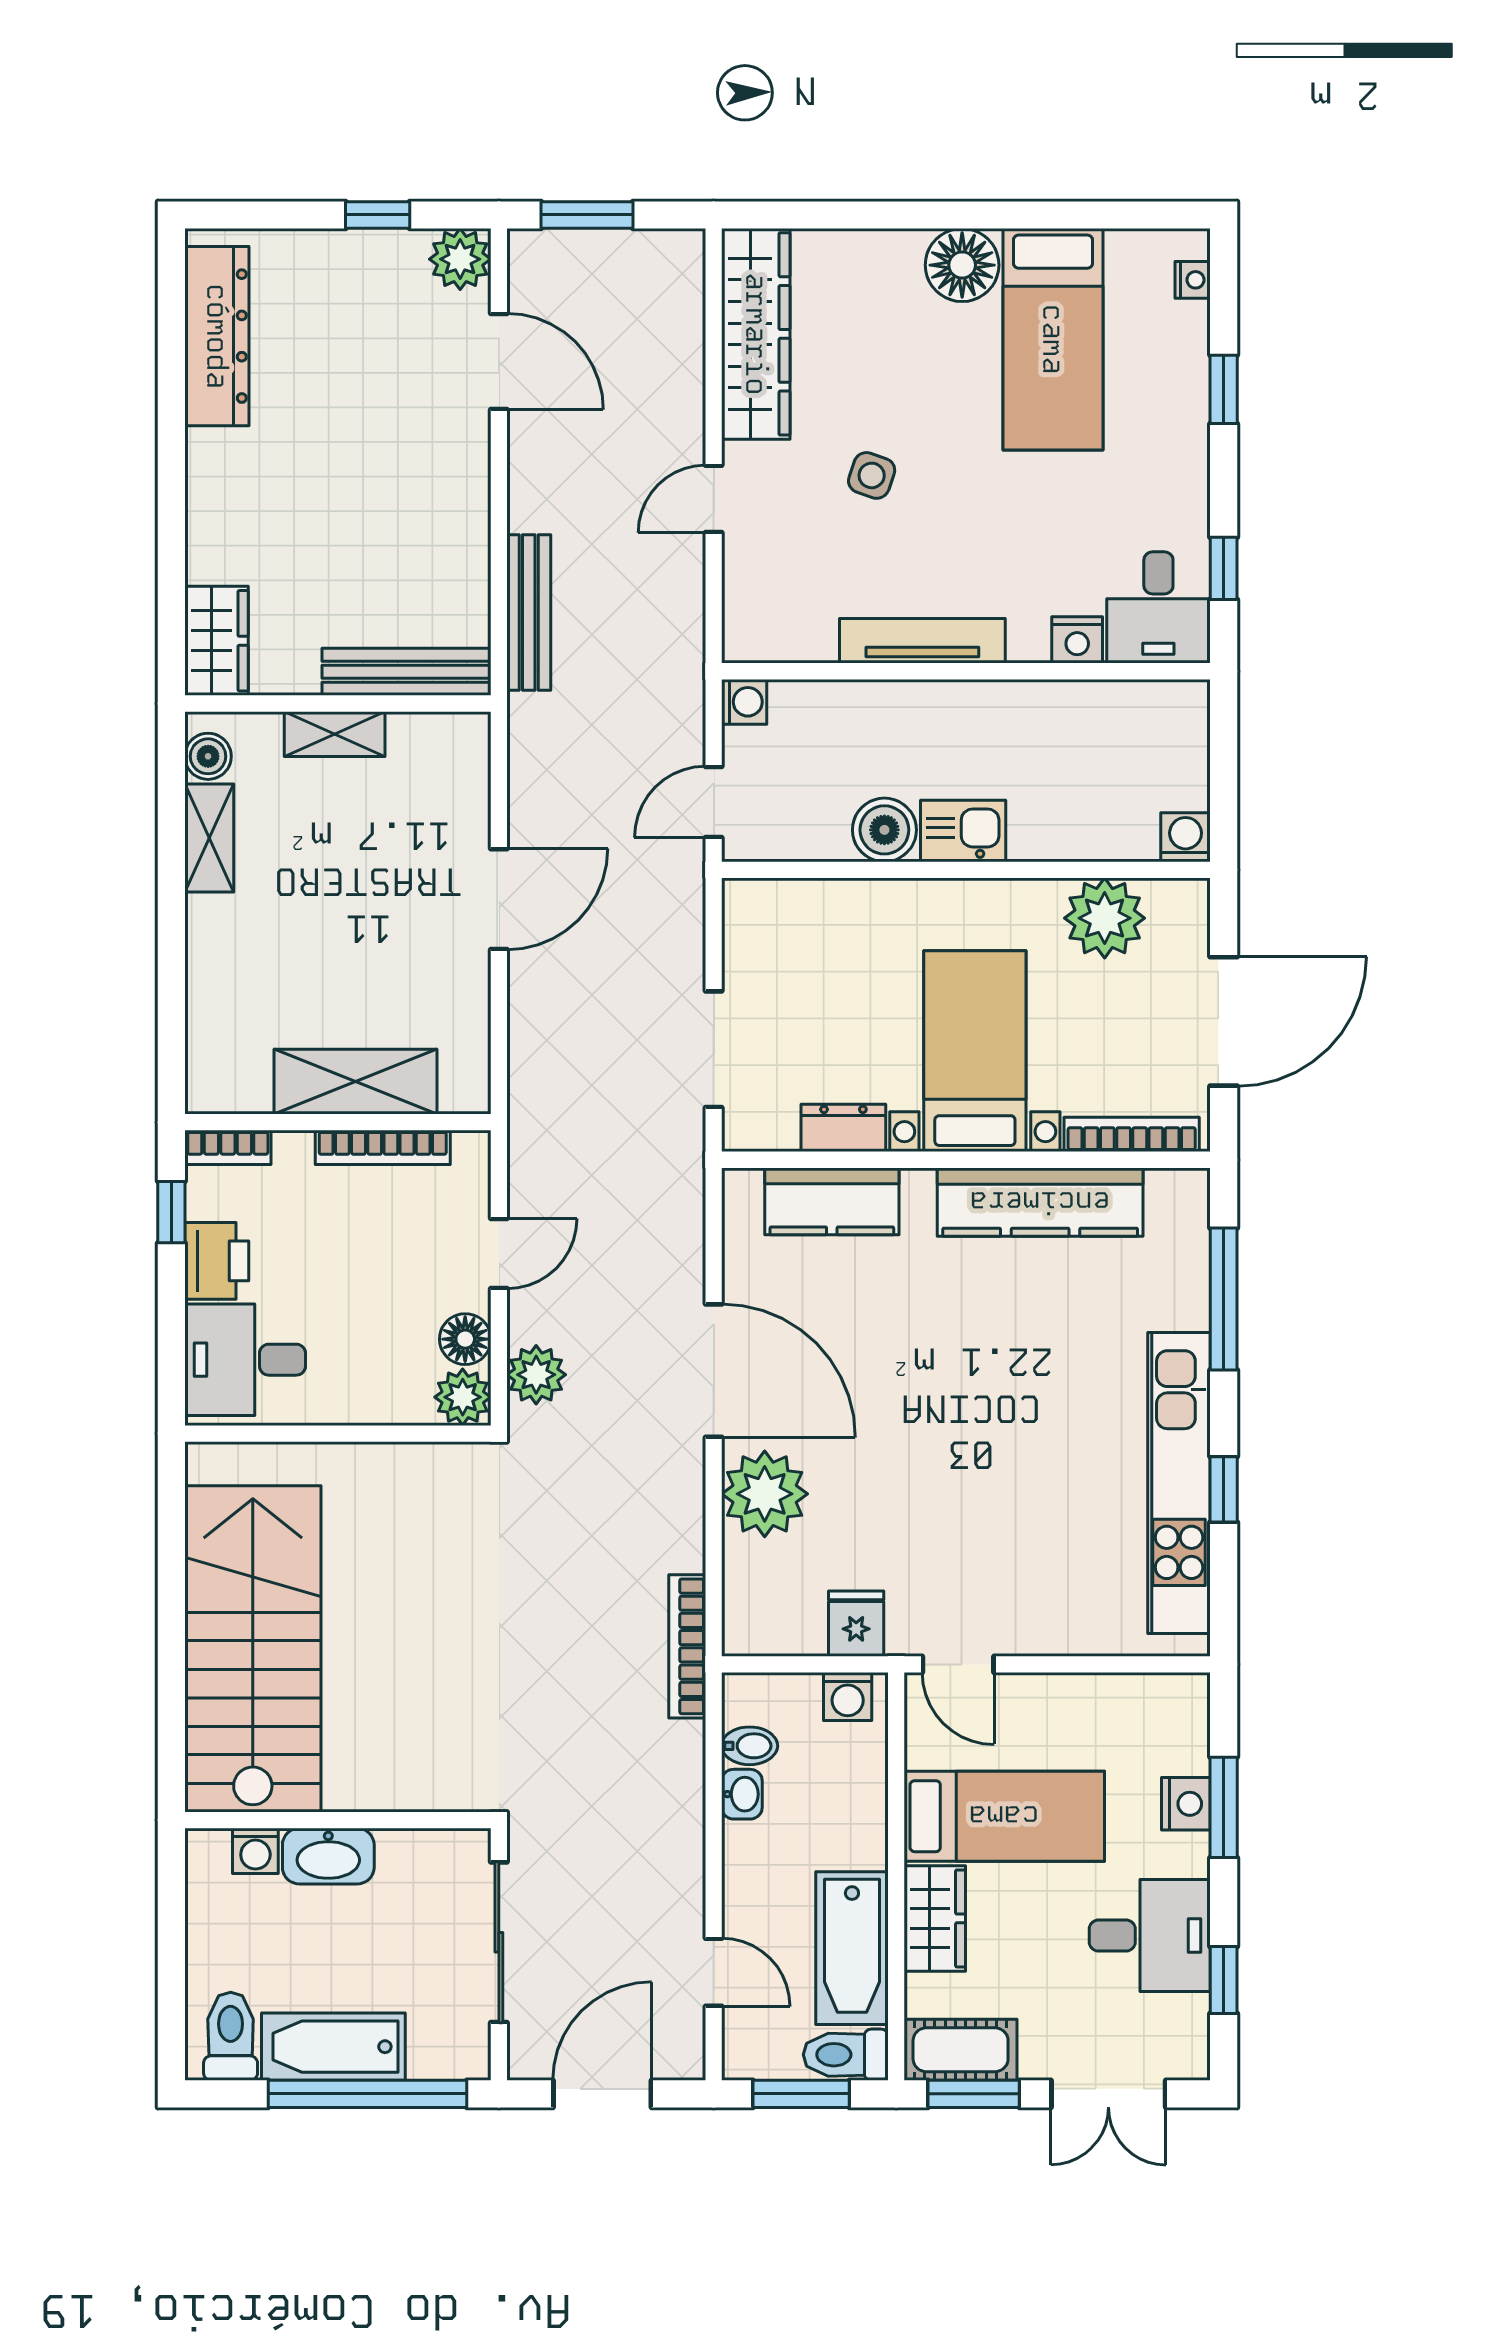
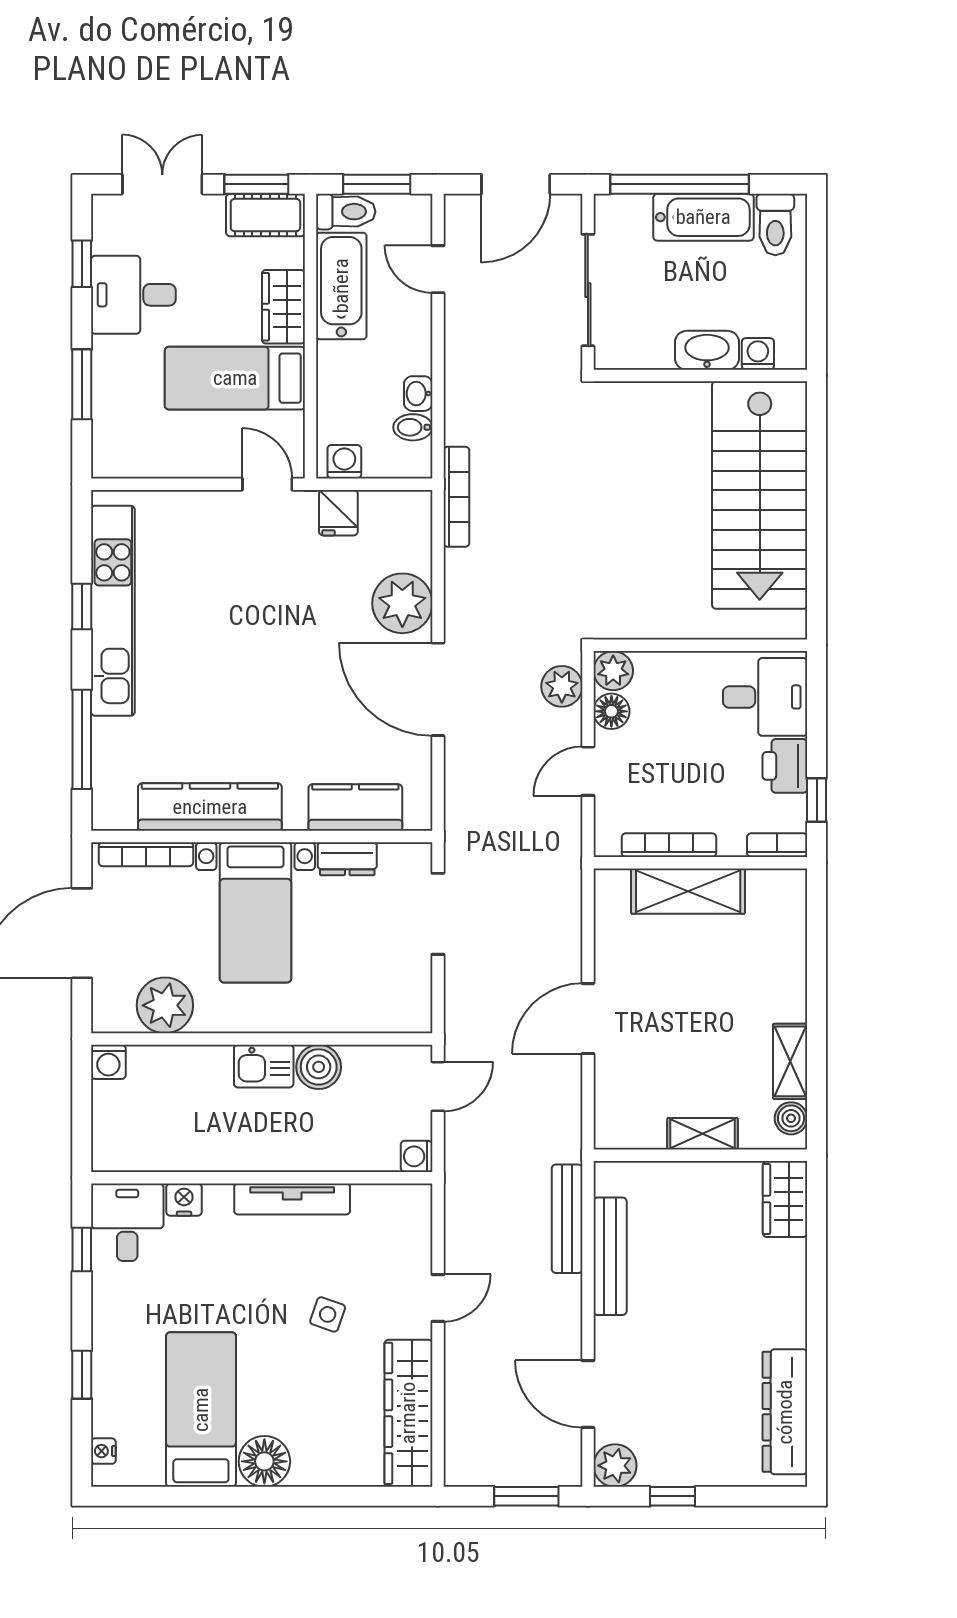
bench: (406, 672) -> (610, 1256), moved, turned 90
nightstand: (1186, 1804) -> (108, 387), removed

